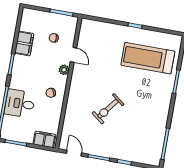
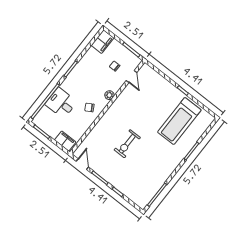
filing cabinet: (24, 43) -> (103, 42), moved
door: (73, 55) -> (132, 77), moved
treadmill: (148, 58) -> (179, 121), turned -90
exercise bike: (108, 109) -> (127, 144), turned -38

